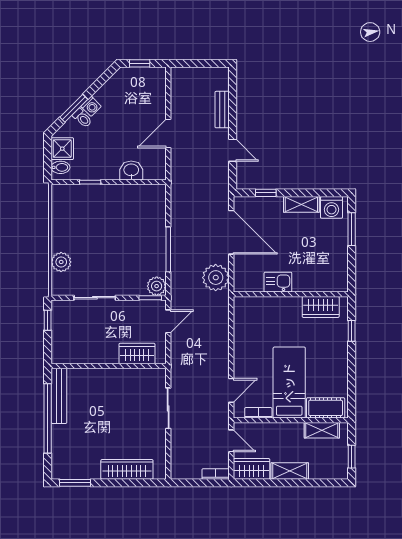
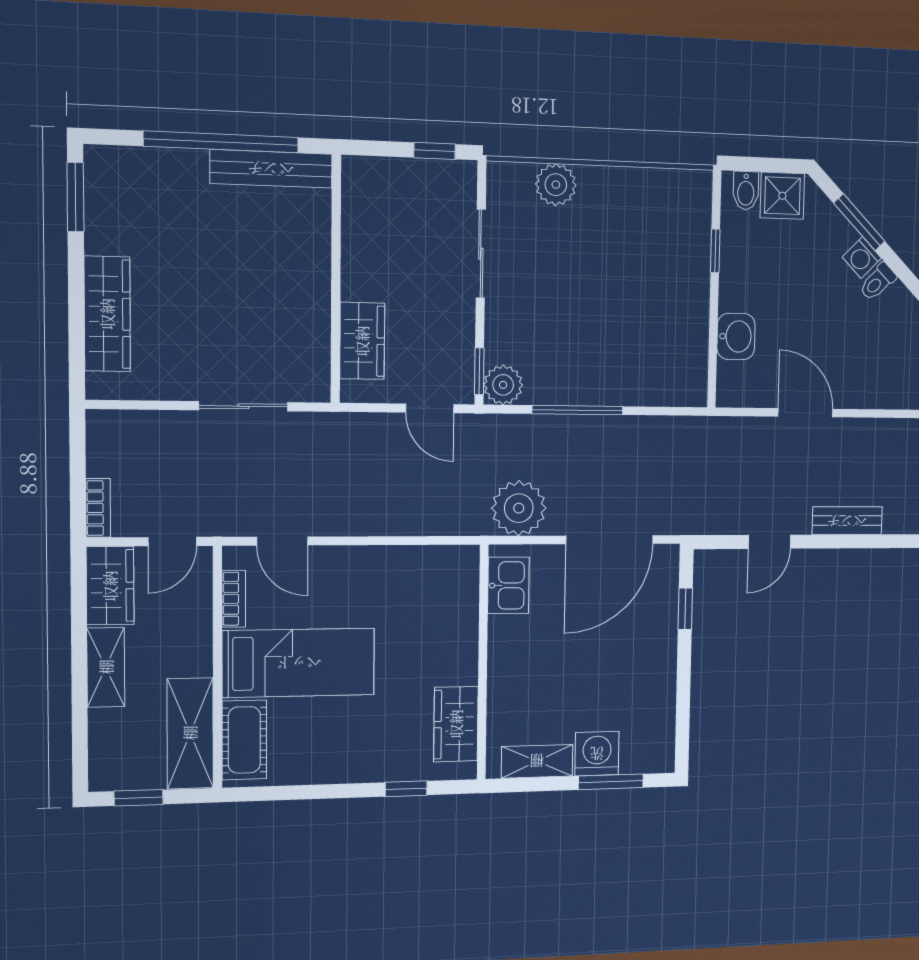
toilet: (82, 118) -> (878, 282), moved
shelving: (301, 204) -> (537, 761), moved, turned 90
washing machine: (331, 207) -> (597, 754), moved, turned 90
kitchen sink: (278, 282) -> (508, 585), moved
shelving: (322, 430) -> (190, 733), width x1.50, depth x1.33

